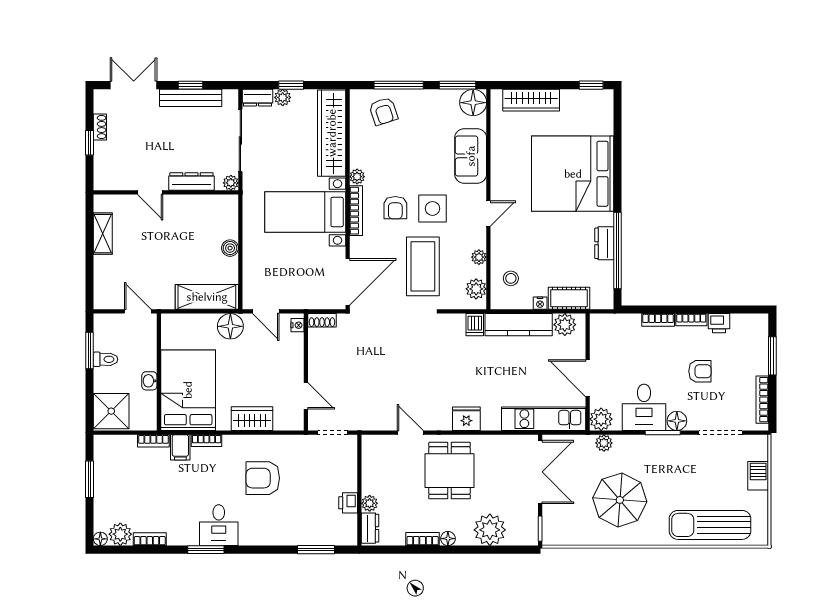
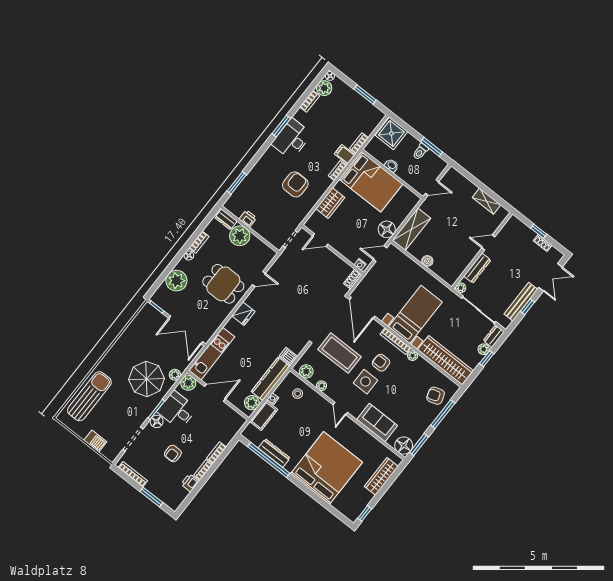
dresser: (604, 243) -> (274, 453), width x1.44
parasol: (620, 500) -> (147, 379), moved
plant: (370, 503) -> (240, 236), width x1.87, depth x1.87
desk: (219, 525) -> (292, 139), width x1.37

